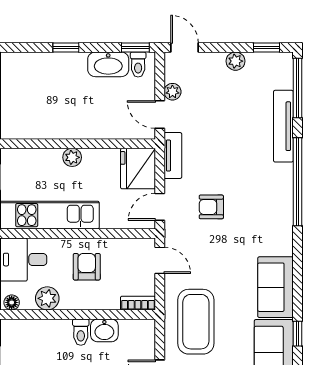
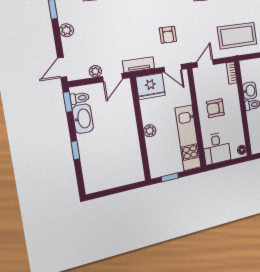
plant: (47, 298) -> (237, 129), removed

